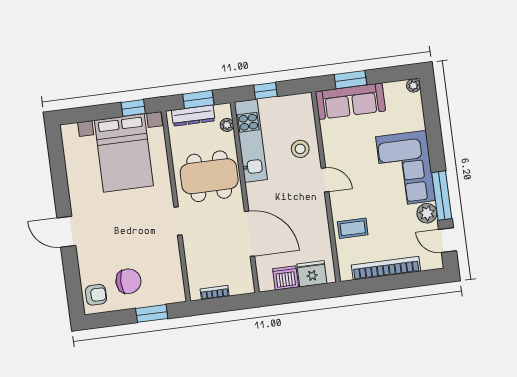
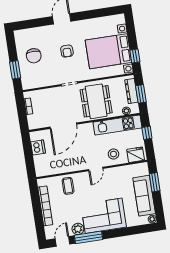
sofa: (350, 101) -> (144, 196), moved
fridge: (312, 274) -> (136, 155), moved, turned -90
armchair: (96, 295) -> (67, 51), moved

